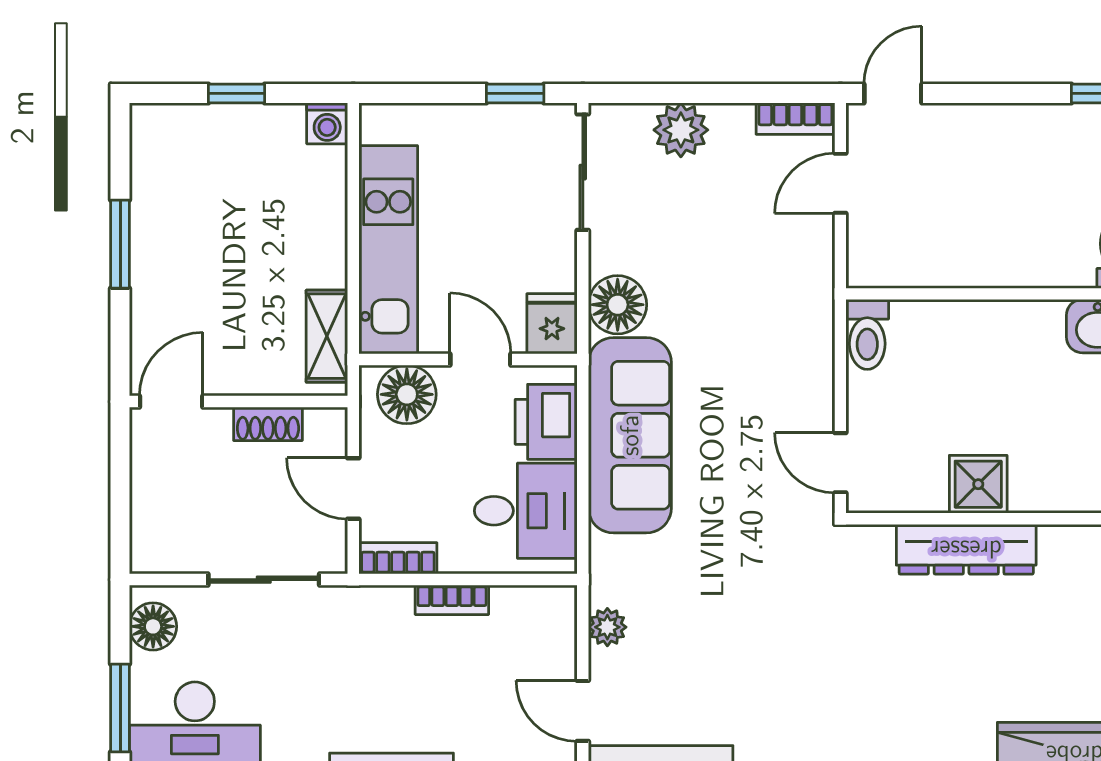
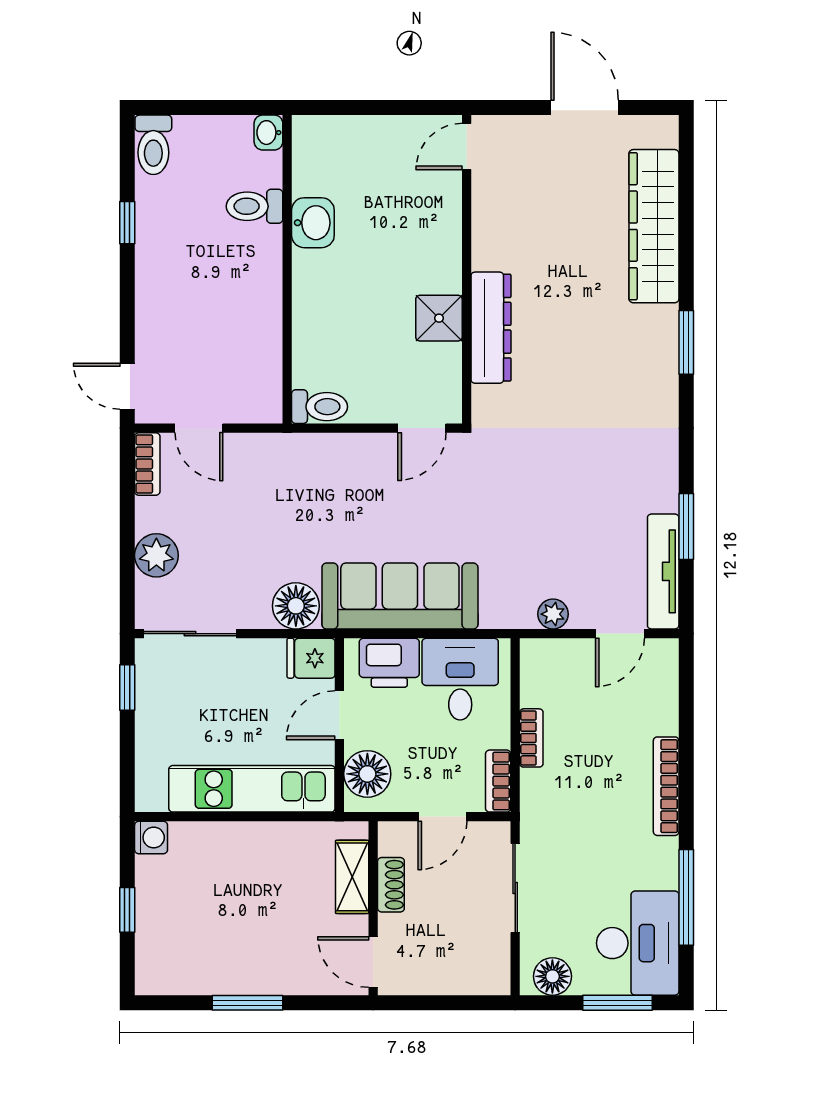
shelving: (327, 336) -> (352, 877), moved, turned 90

